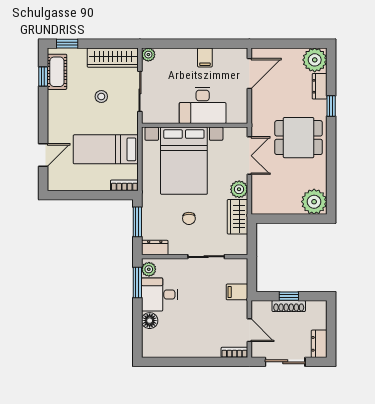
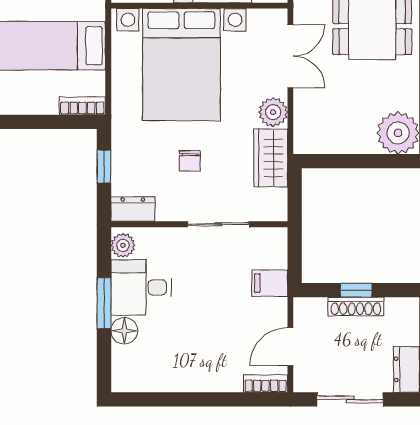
window: (137, 222) -> (104, 166), width x0.67
window: (137, 282) -> (104, 303), moved
door: (249, 330) -> (290, 347), swing flipped

